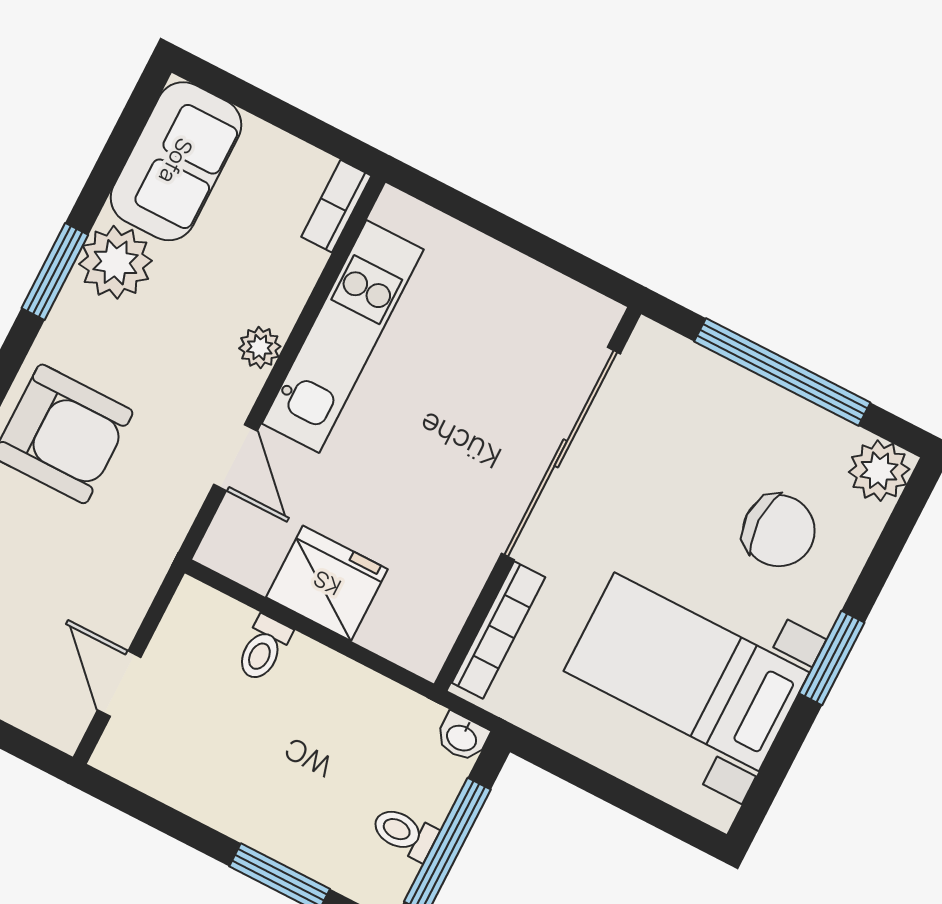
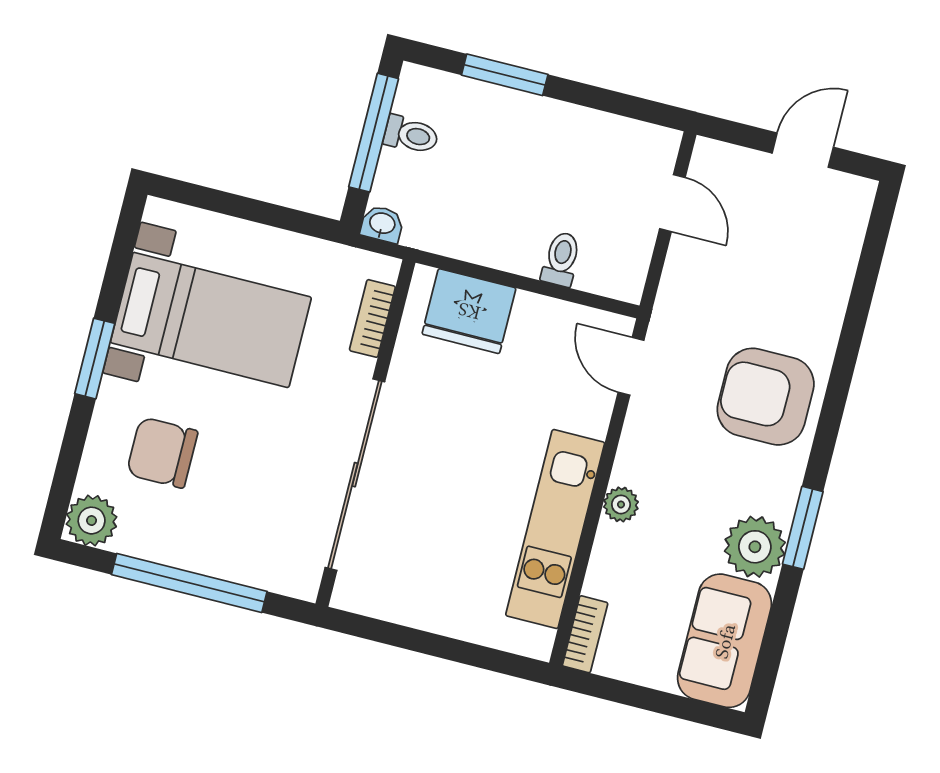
door: (235, 458) -> (631, 366), moved
fridge: (327, 583) -> (469, 311), moved
bookcase: (499, 630) -> (372, 318), width x0.64

